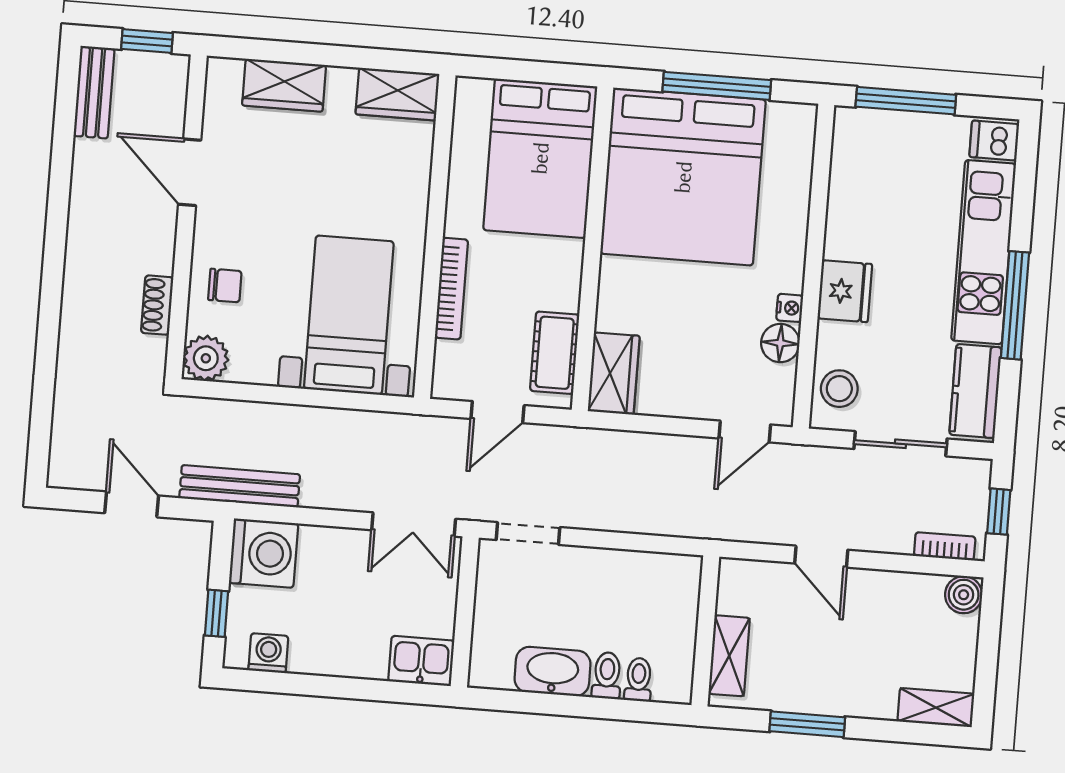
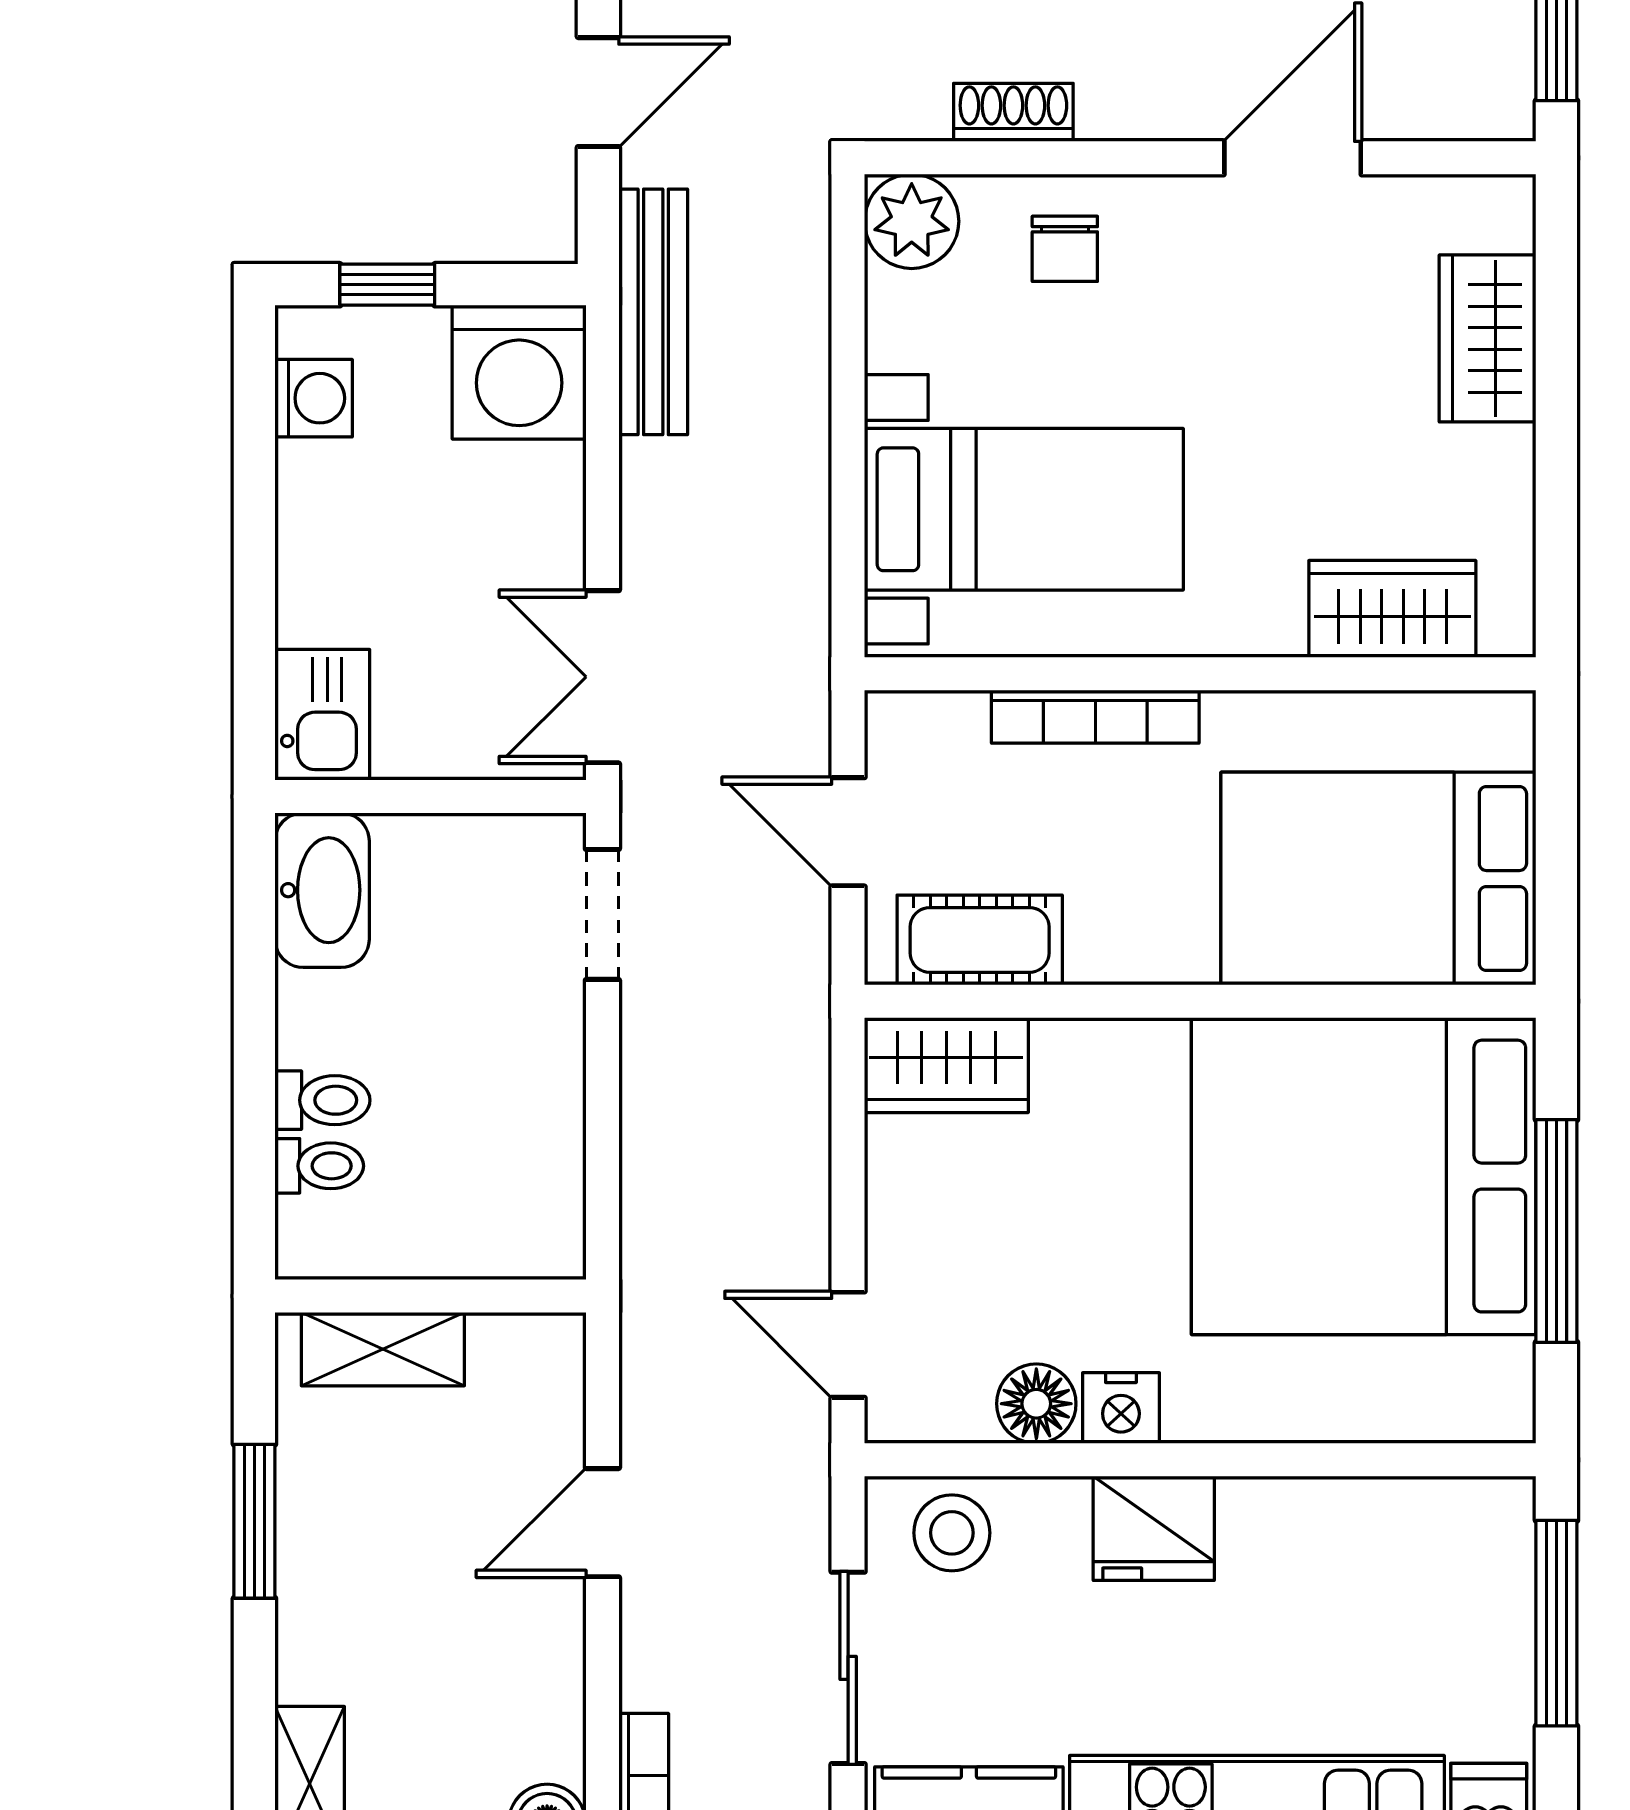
wardrobe: (397, 94) -> (1392, 609), moved, turned 90
nightstand: (790, 308) -> (1121, 1408), width x1.39, depth x1.35
washbasin: (552, 671) -> (322, 890), moved

